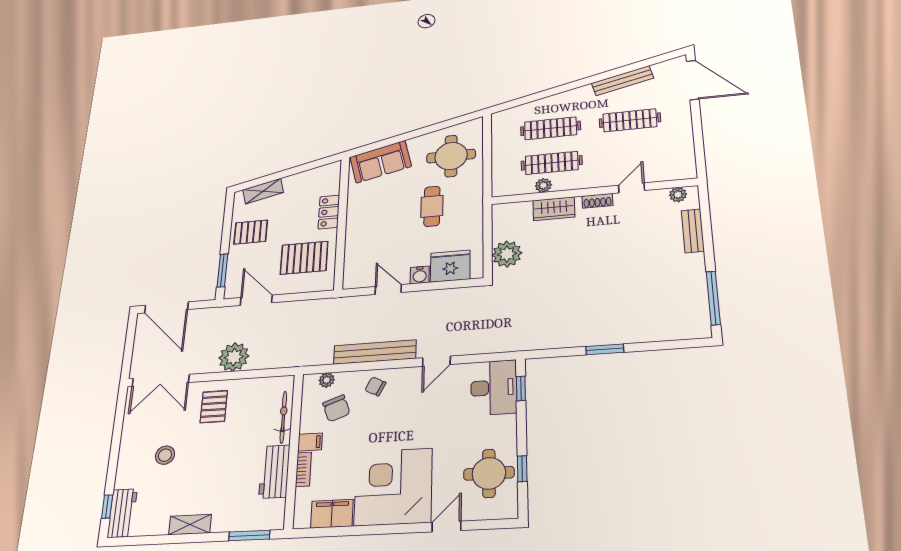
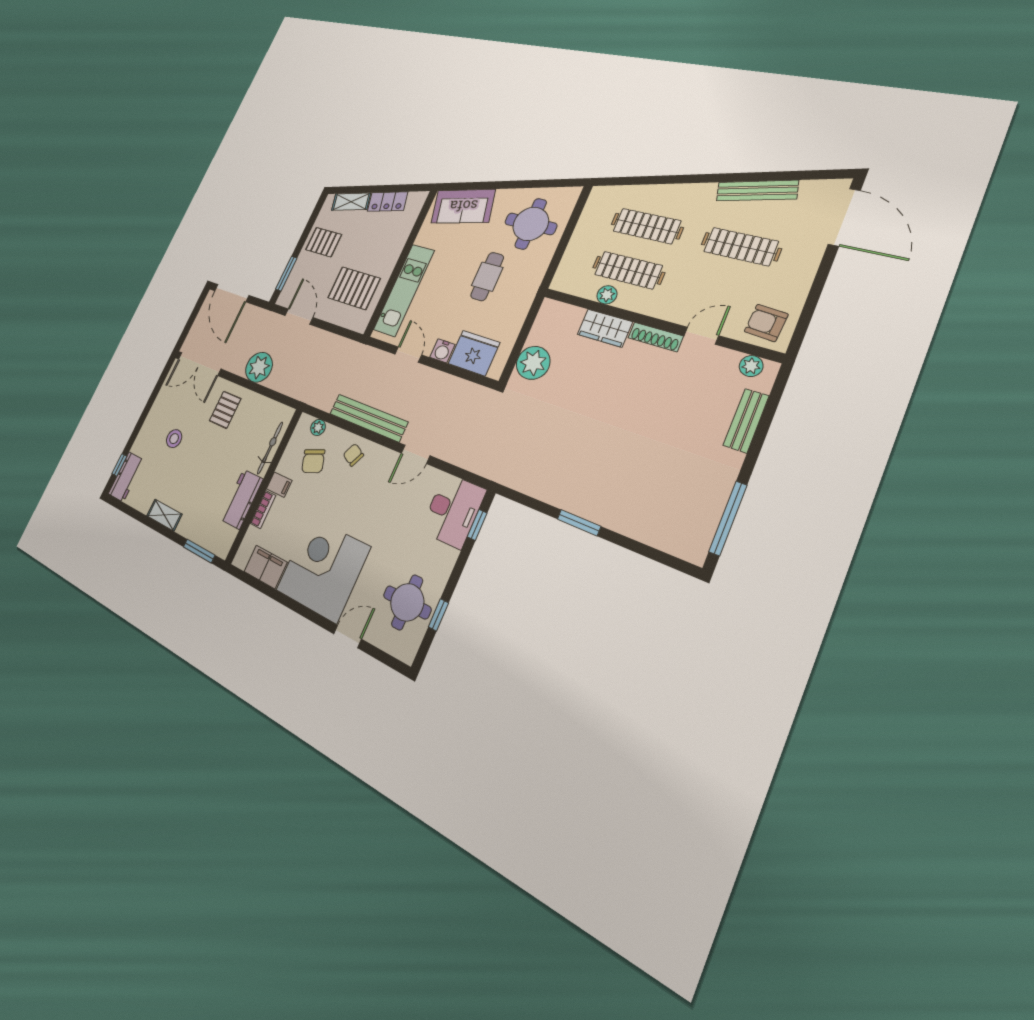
armchair: (674, 163) -> (766, 323), added
shoe rack: (597, 201) -> (656, 337), width x1.43
locker: (329, 212) -> (387, 202), moved, turned -104
kitchen unit: (357, 242) -> (404, 290), added

